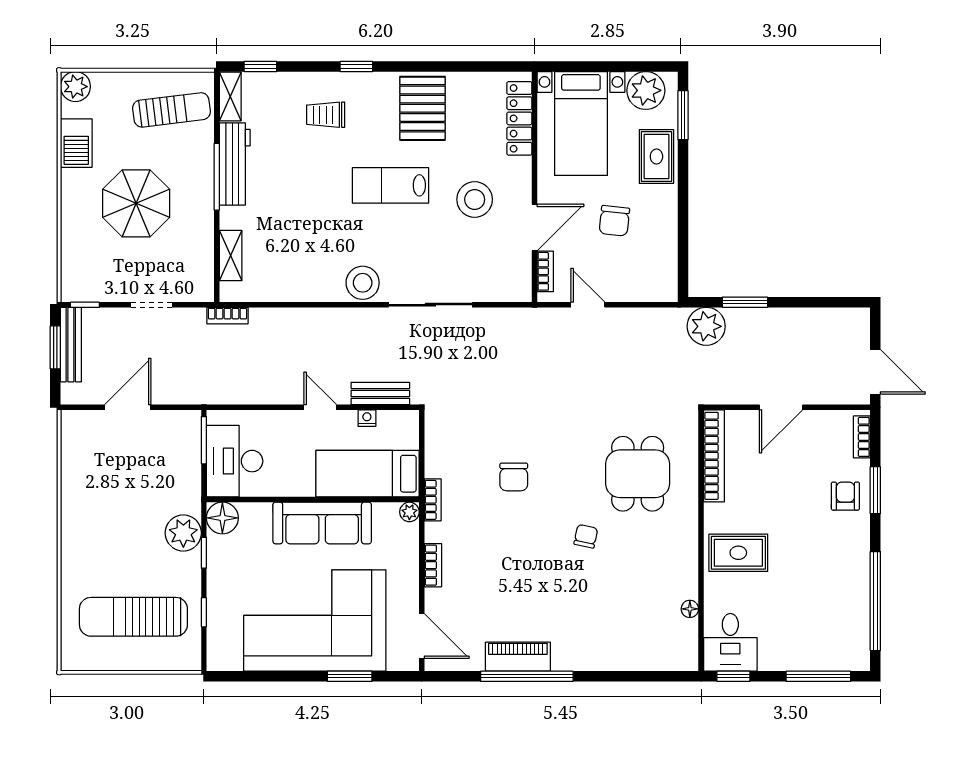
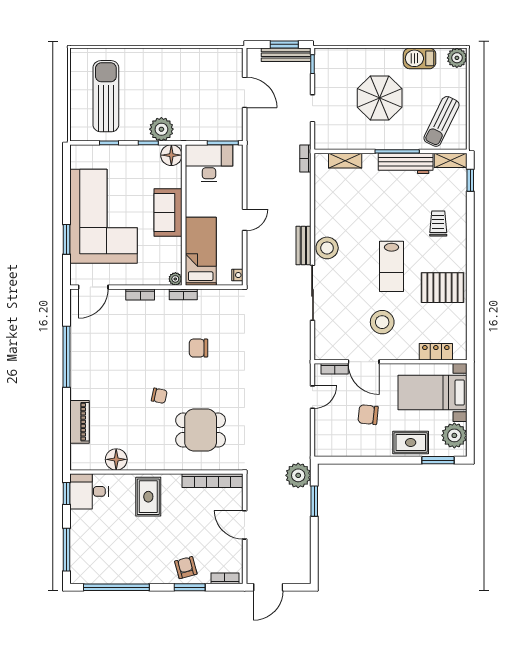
window: (356, 66) -> (470, 244), removed
sun lounger: (171, 110) -> (441, 121), turned 33
locker: (519, 118) -> (436, 352), width x0.66
lab bench: (390, 185) -> (392, 266), turned 180
bench: (380, 394) -> (303, 245), moved
nightstand: (367, 418) -> (237, 275), moved
armchair: (845, 496) -> (186, 568), turned -105
sofa: (322, 523) -> (168, 212), width x0.73
floor lamp: (690, 609) -> (116, 459), width x1.89, depth x1.89
piano: (518, 657) -> (80, 422), moved

